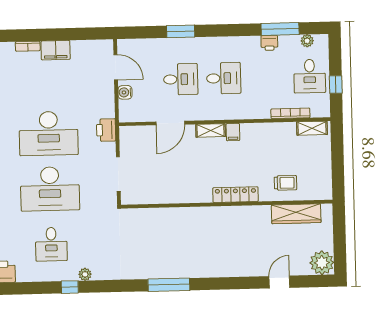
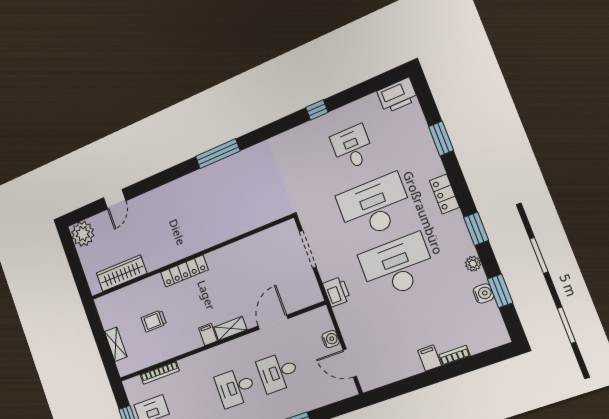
filing cabinet: (56, 50) -> (430, 358), width x0.50
shelving: (312, 128) -> (116, 344), moved, turned 90
trolley: (285, 183) -> (154, 321), moved
plant: (85, 274) -> (306, 130), removed

